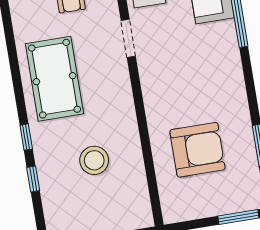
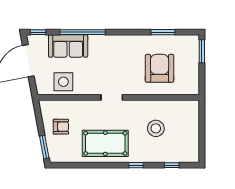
doorway: (128, 38) -> (112, 97), moved
window: (33, 179) -> (172, 165), moved

